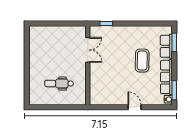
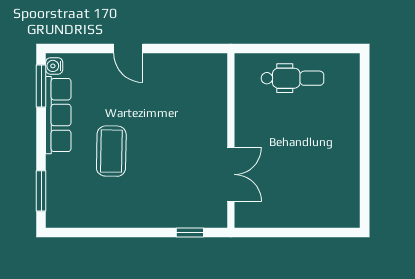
row of seats: (166, 46) -> (58, 182), removed
double door: (88, 50) -> (231, 174), swing flipped
dental chair: (59, 83) -> (293, 78), moved

